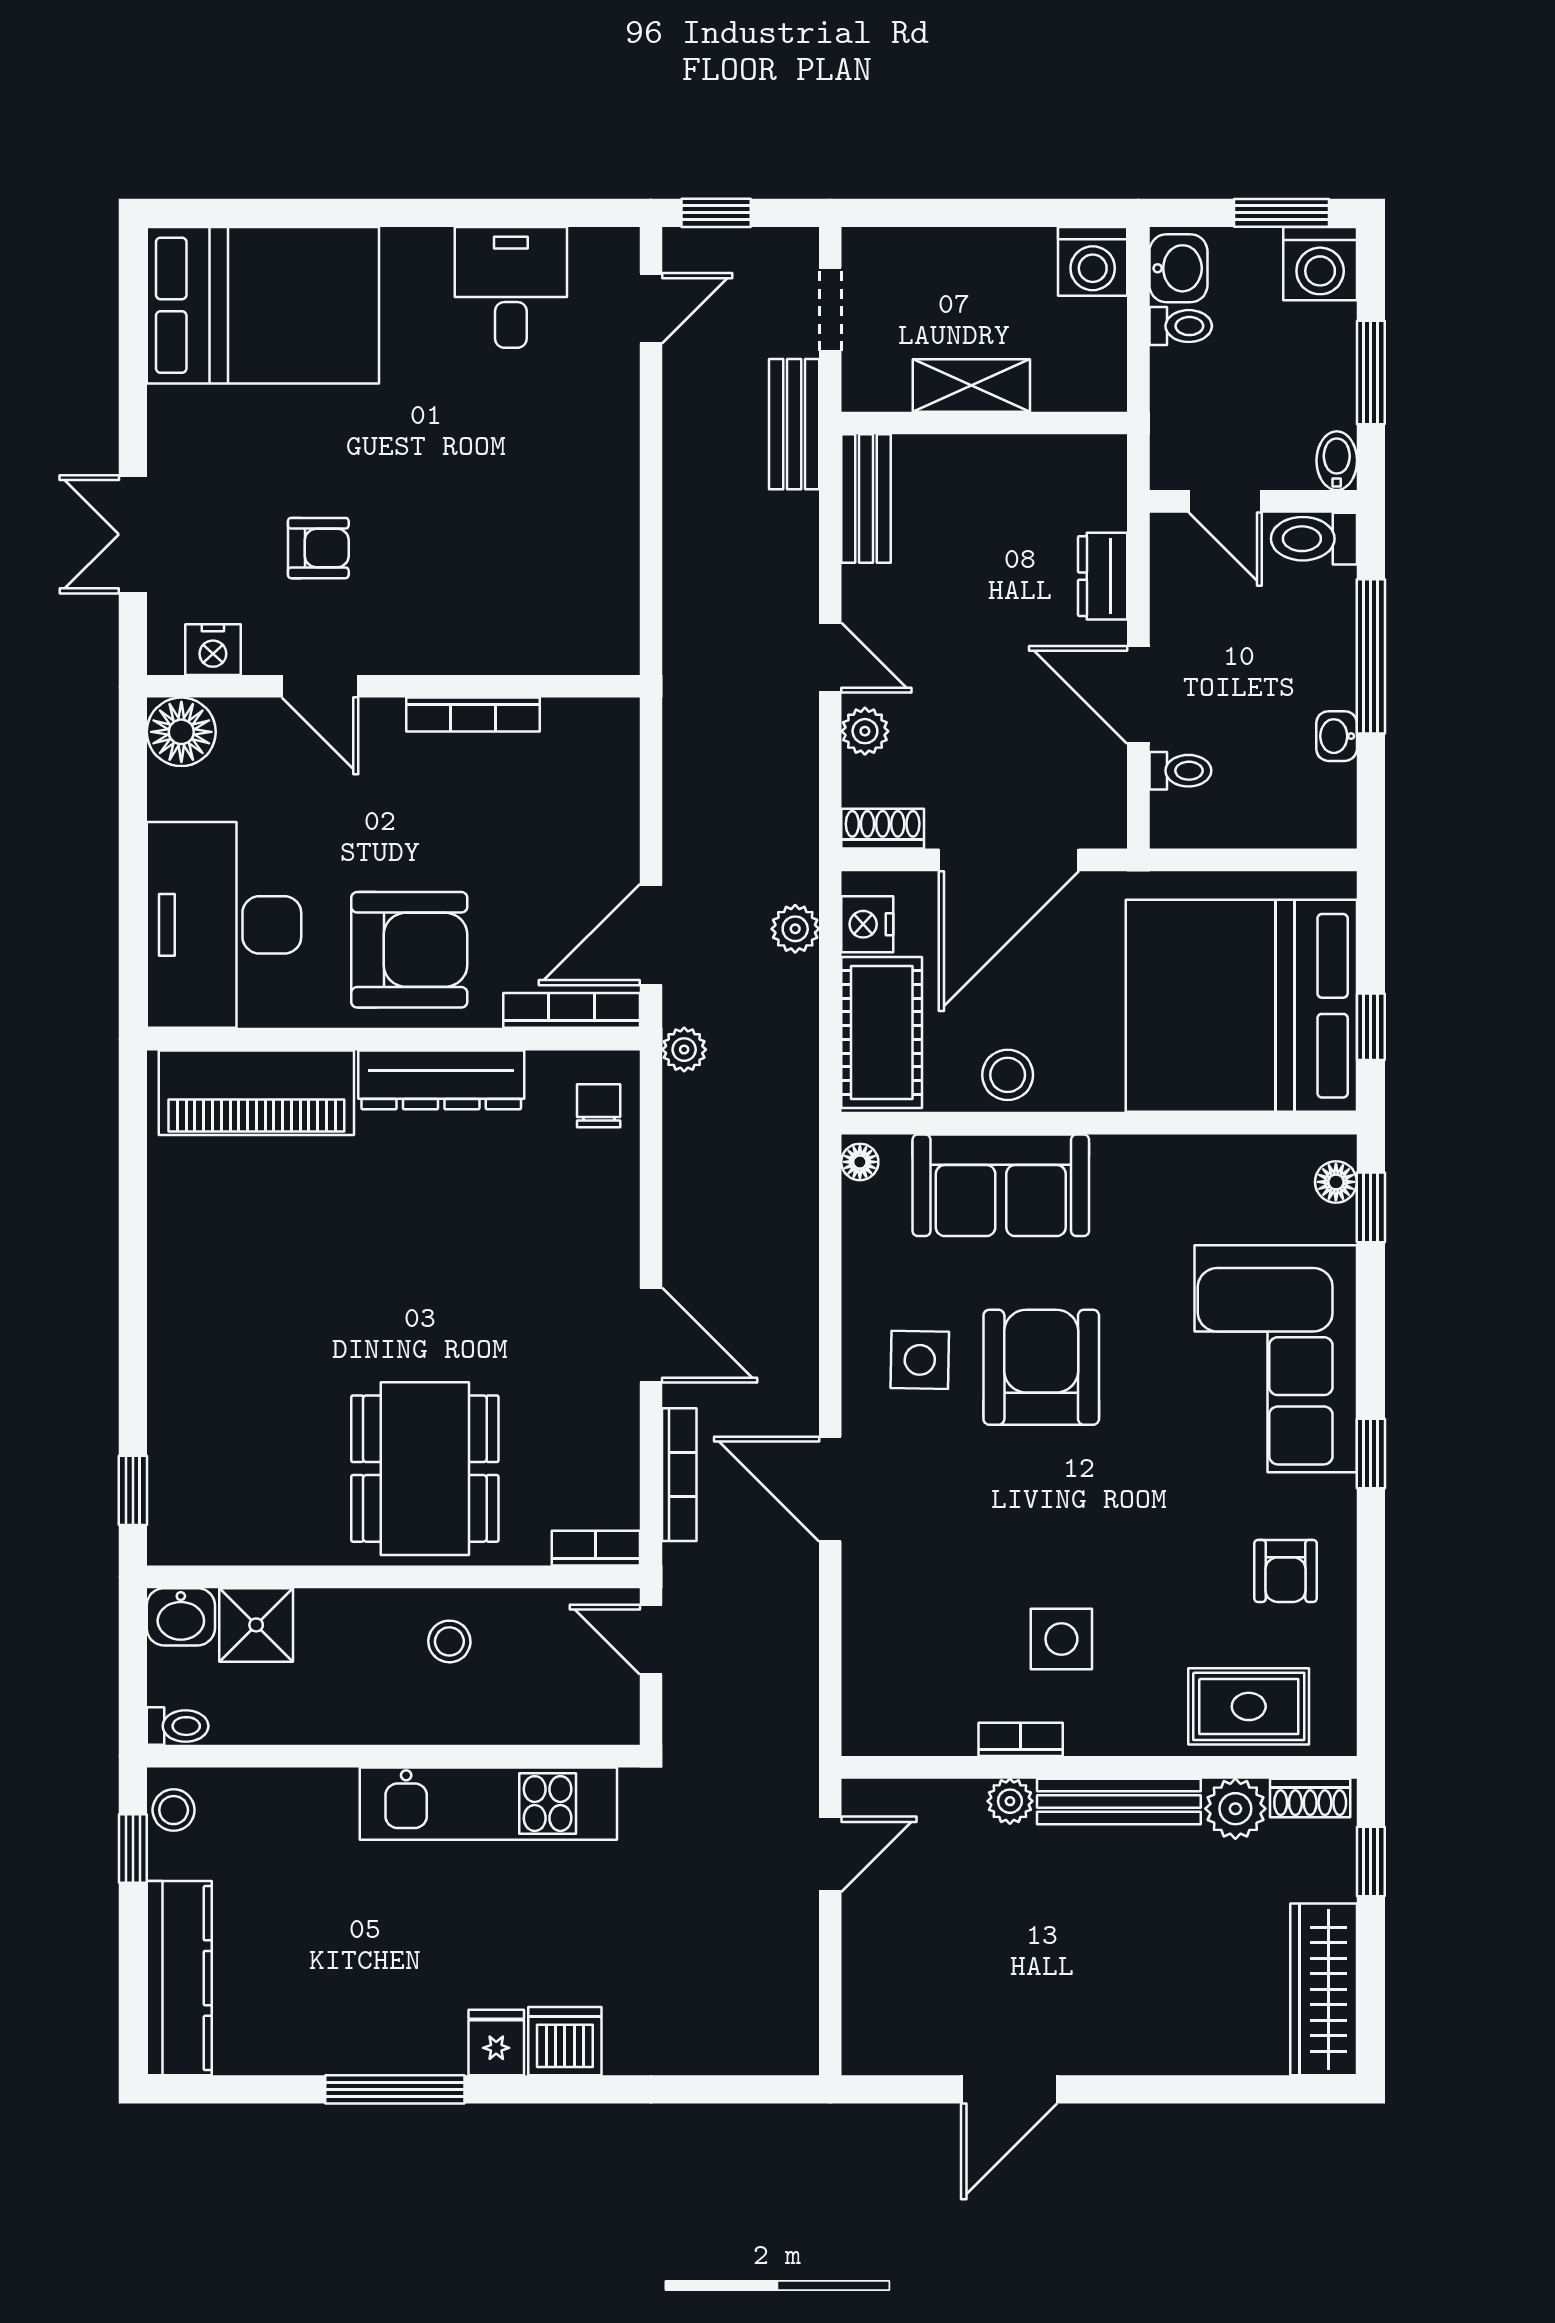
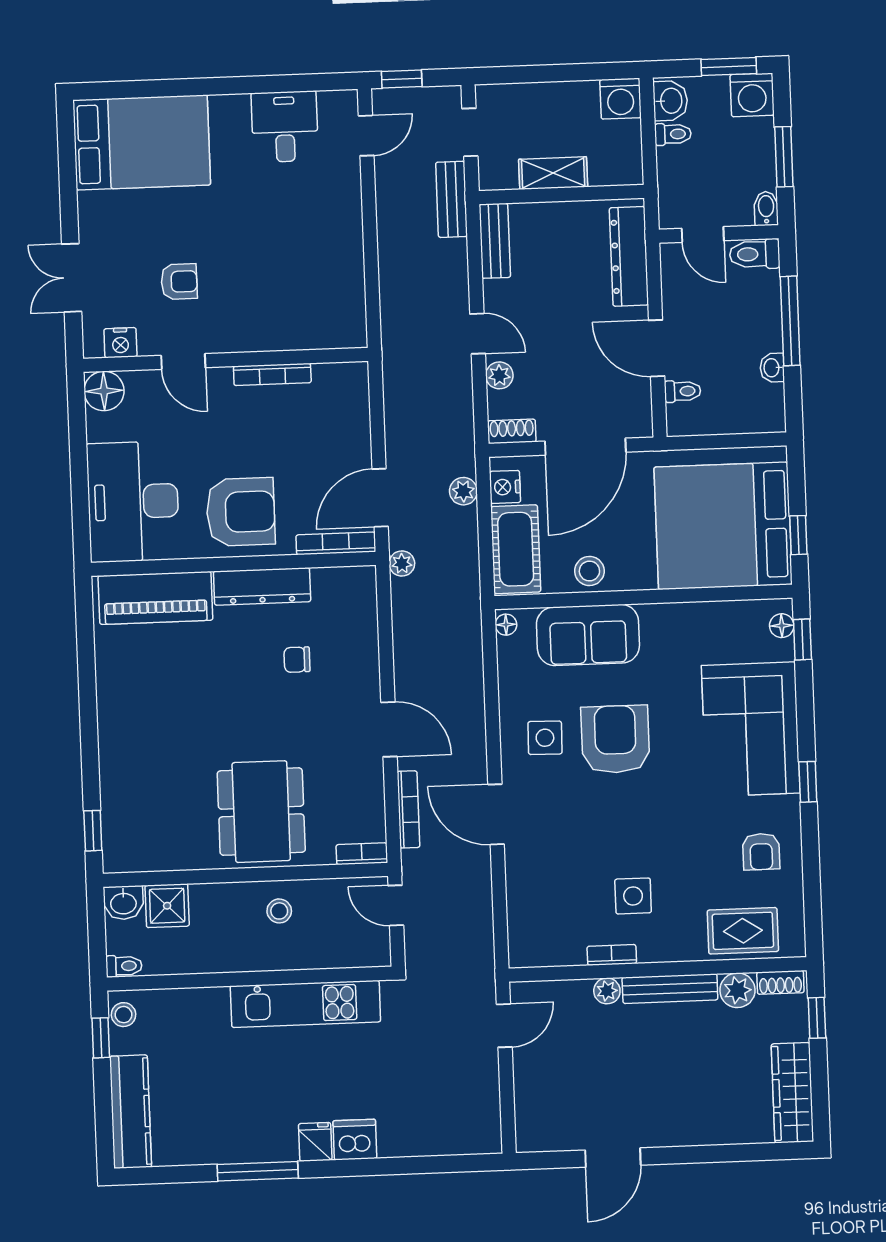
dresser: (1103, 576) -> (629, 256), width x1.96, depth x1.24
chair: (599, 1106) -> (297, 660), moved, turned -90

